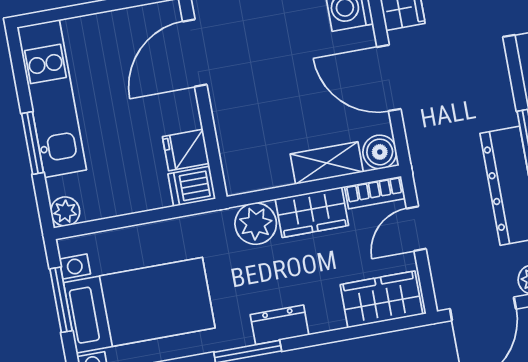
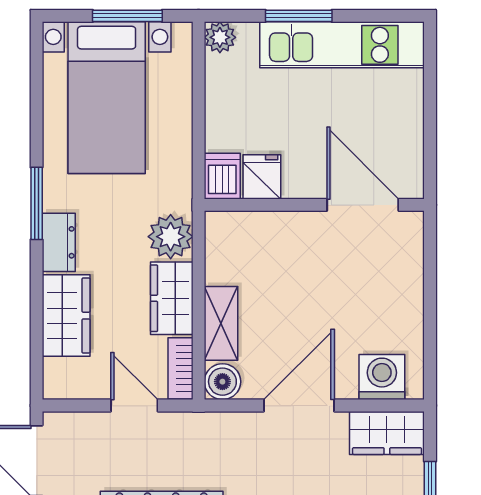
wardrobe: (381, 299) -> (66, 316), moved

